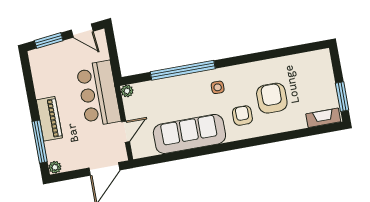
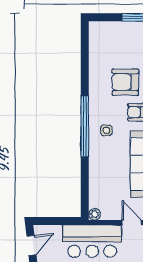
window: (183, 70) -> (85, 126), moved

